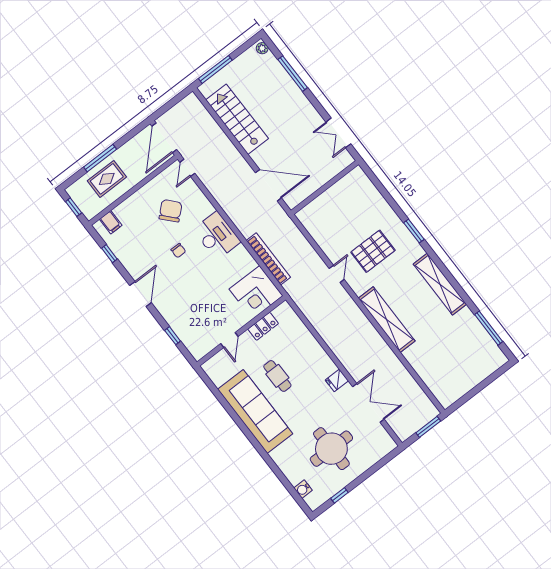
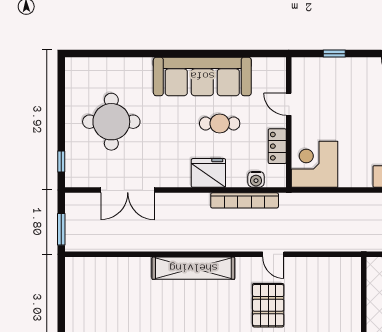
bookcase: (268, 259) -> (245, 200), moved
fridge: (337, 380) -> (208, 173), moved, width x1.88, depth x1.34
water cooler: (303, 489) -> (256, 179), moved, turned 180
window: (339, 495) -> (61, 162), moved

